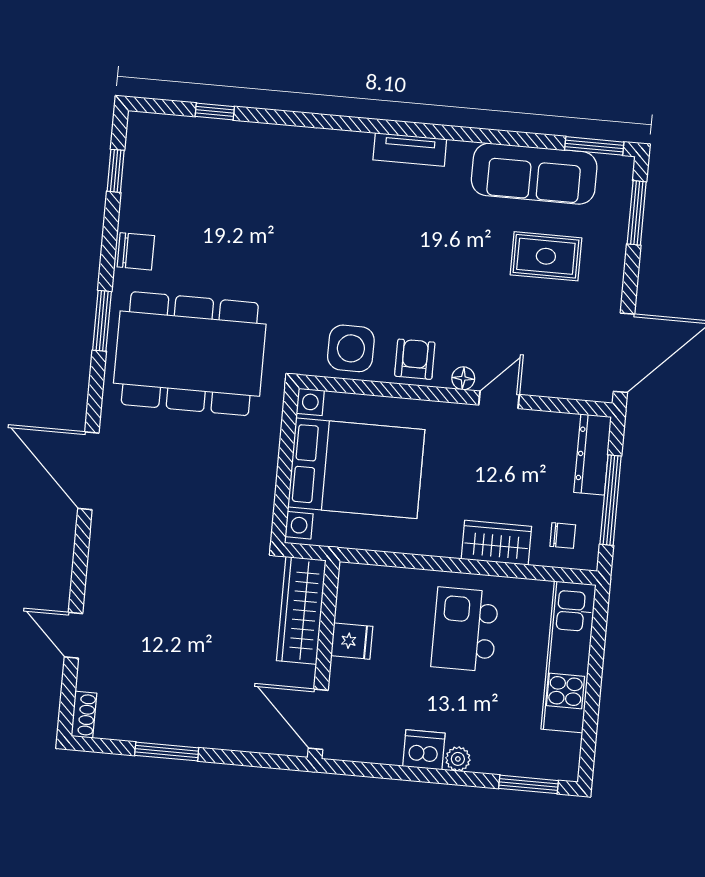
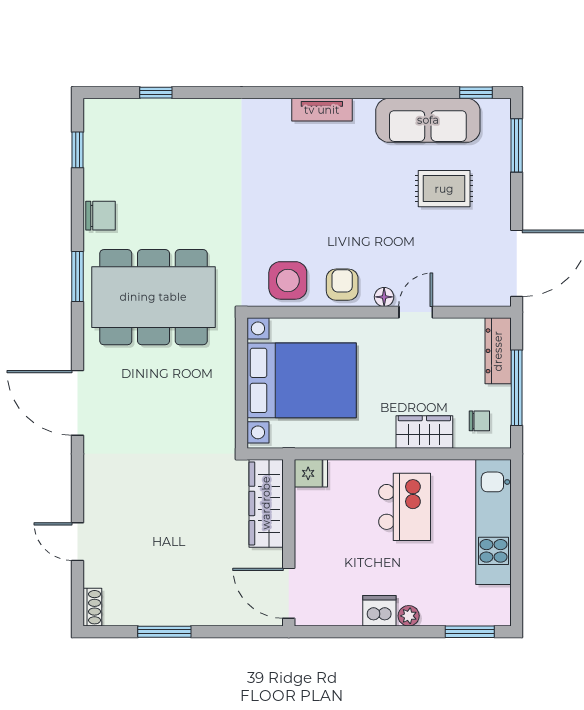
window: (594, 146) -> (476, 93), width x0.67
kitchen island: (465, 629) -> (405, 507), turned 180
fridge: (352, 641) -> (311, 473), moved

